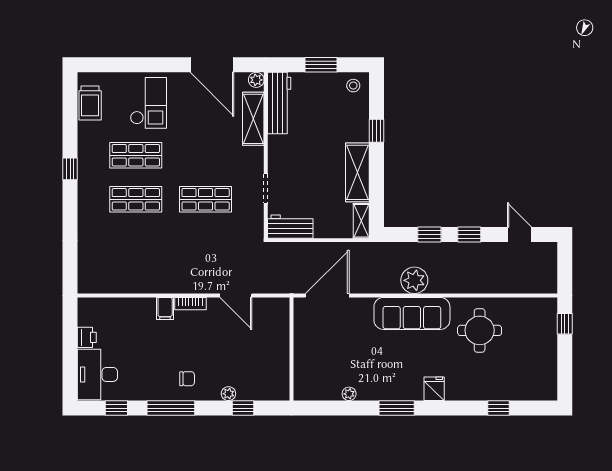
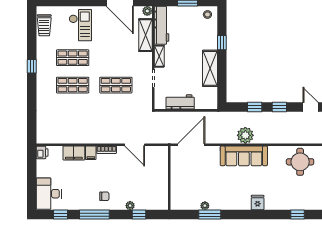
shelving: (361, 221) -> (159, 56), moved
workbench: (290, 227) -> (180, 102), moved
filing cabinet: (138, 309) -> (74, 153), added
round table: (480, 330) -> (300, 162), moved
printer: (87, 337) -> (42, 153), moved
window: (397, 408) -> (210, 215), moved

